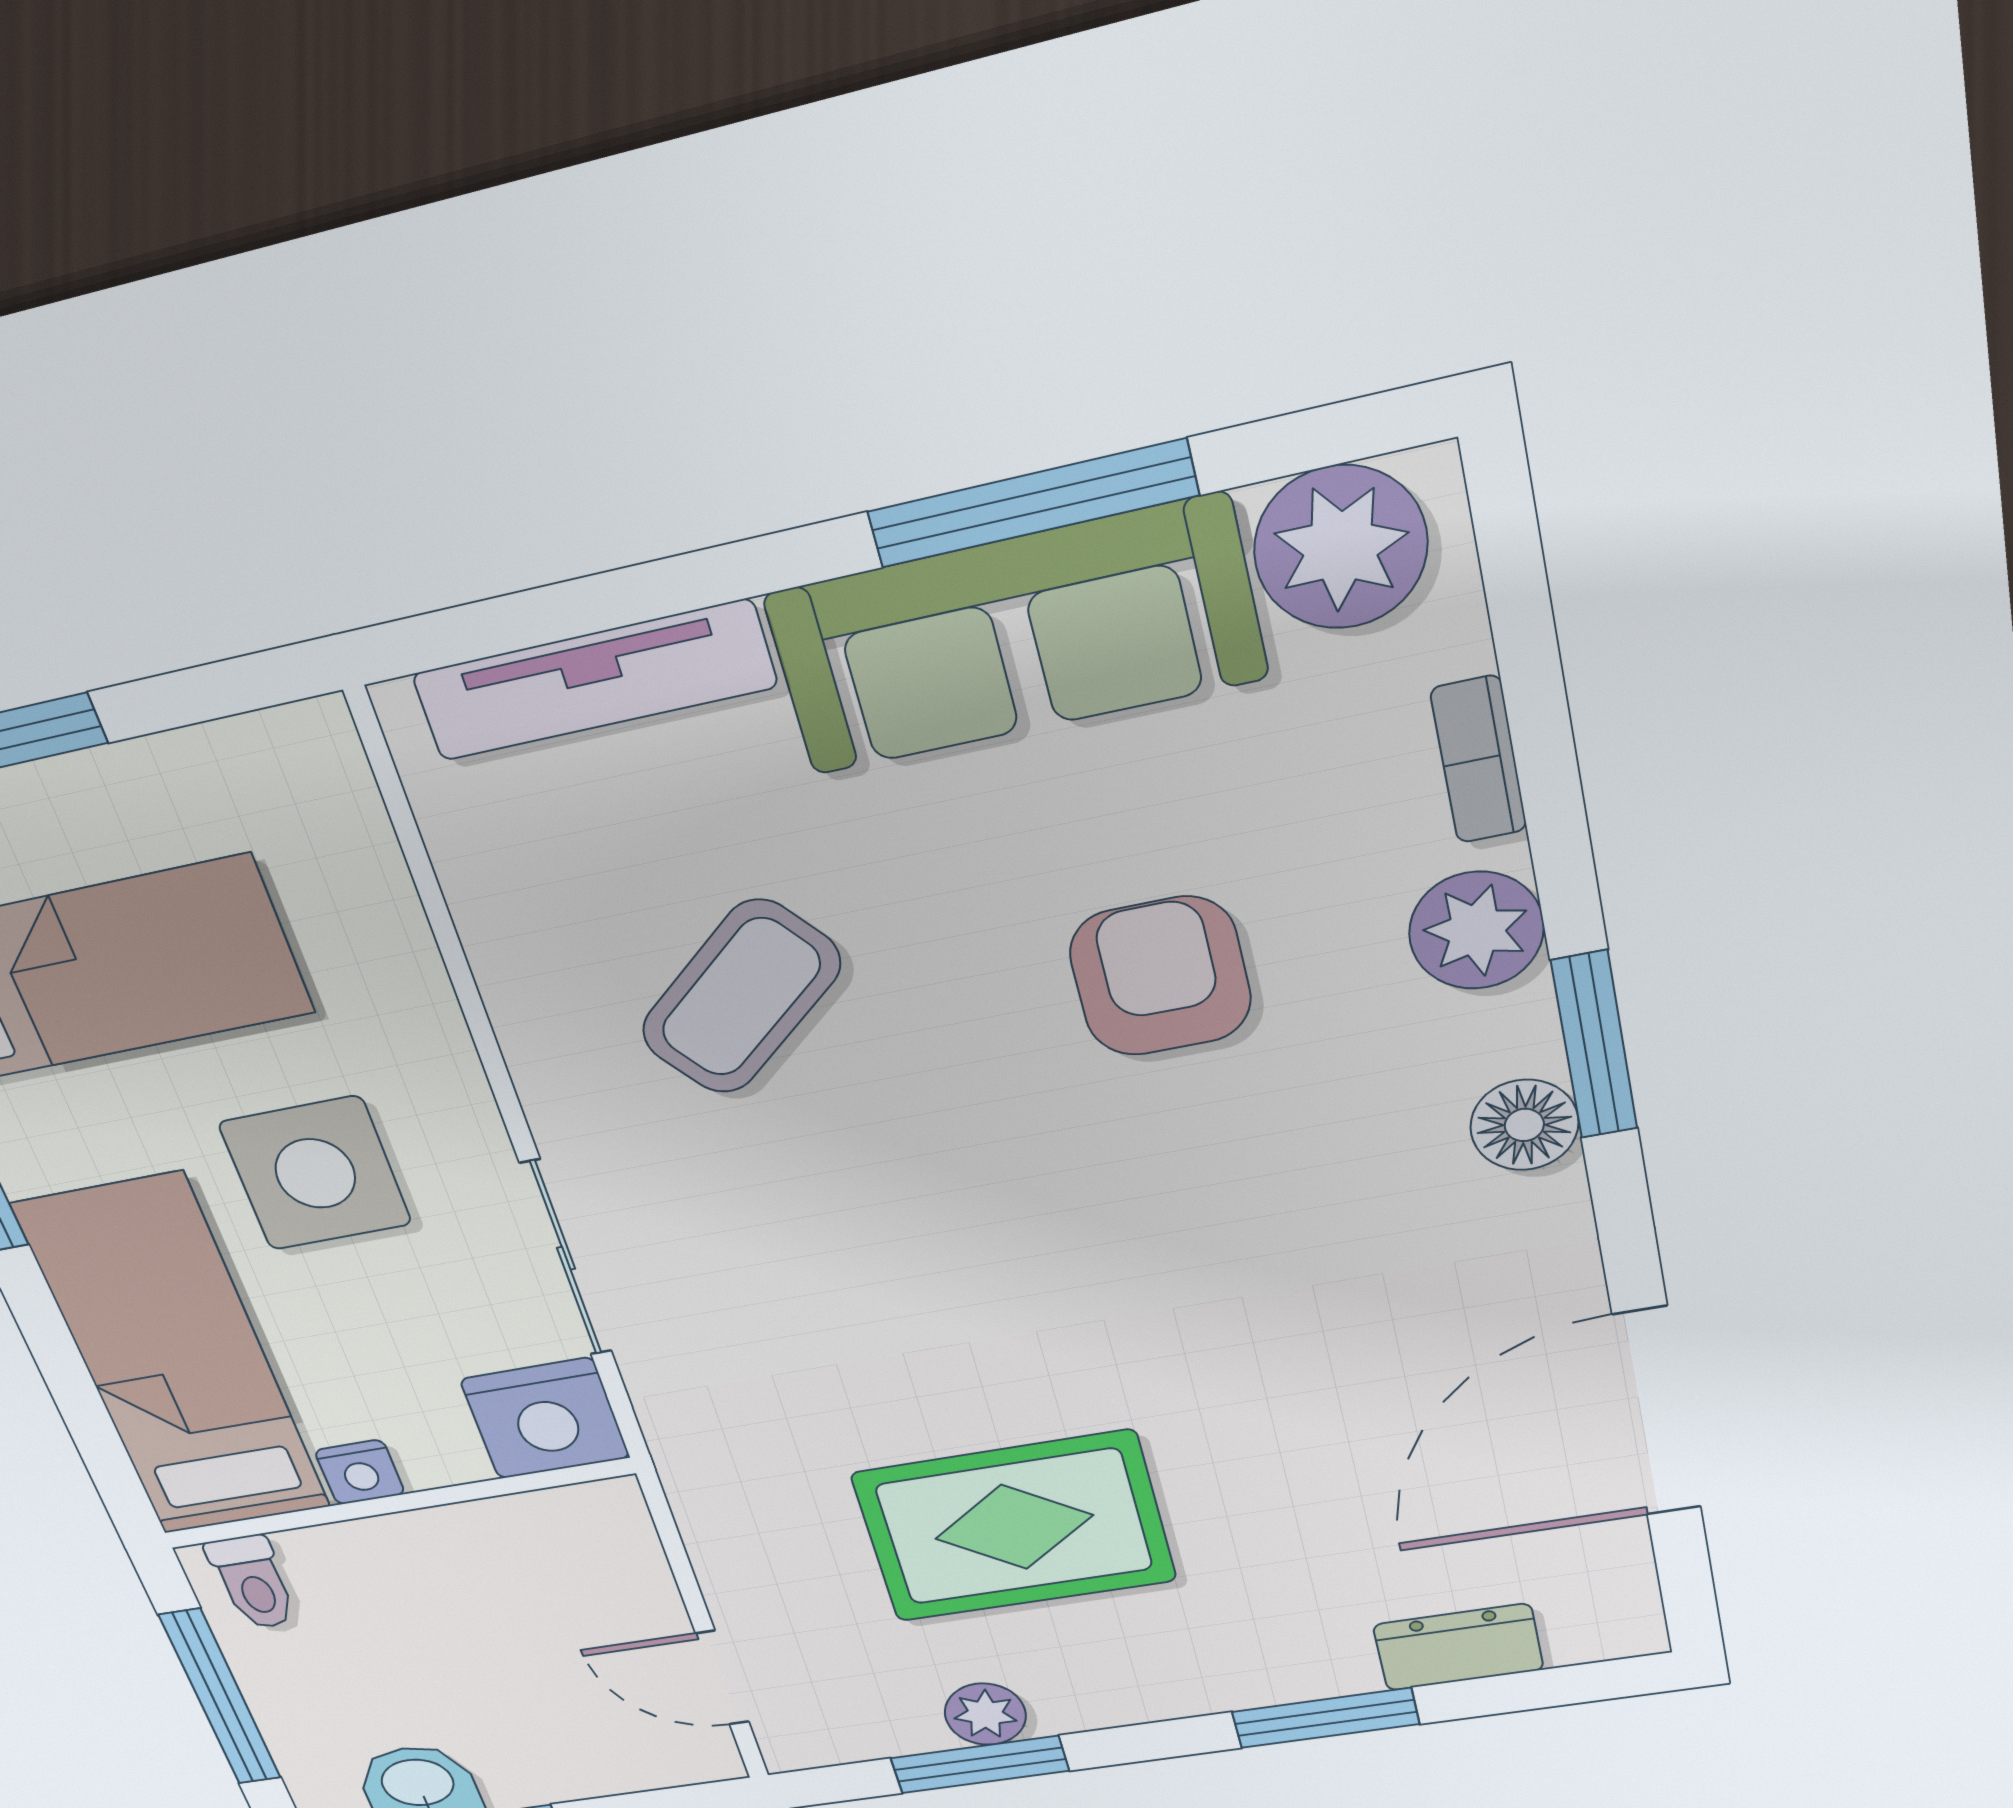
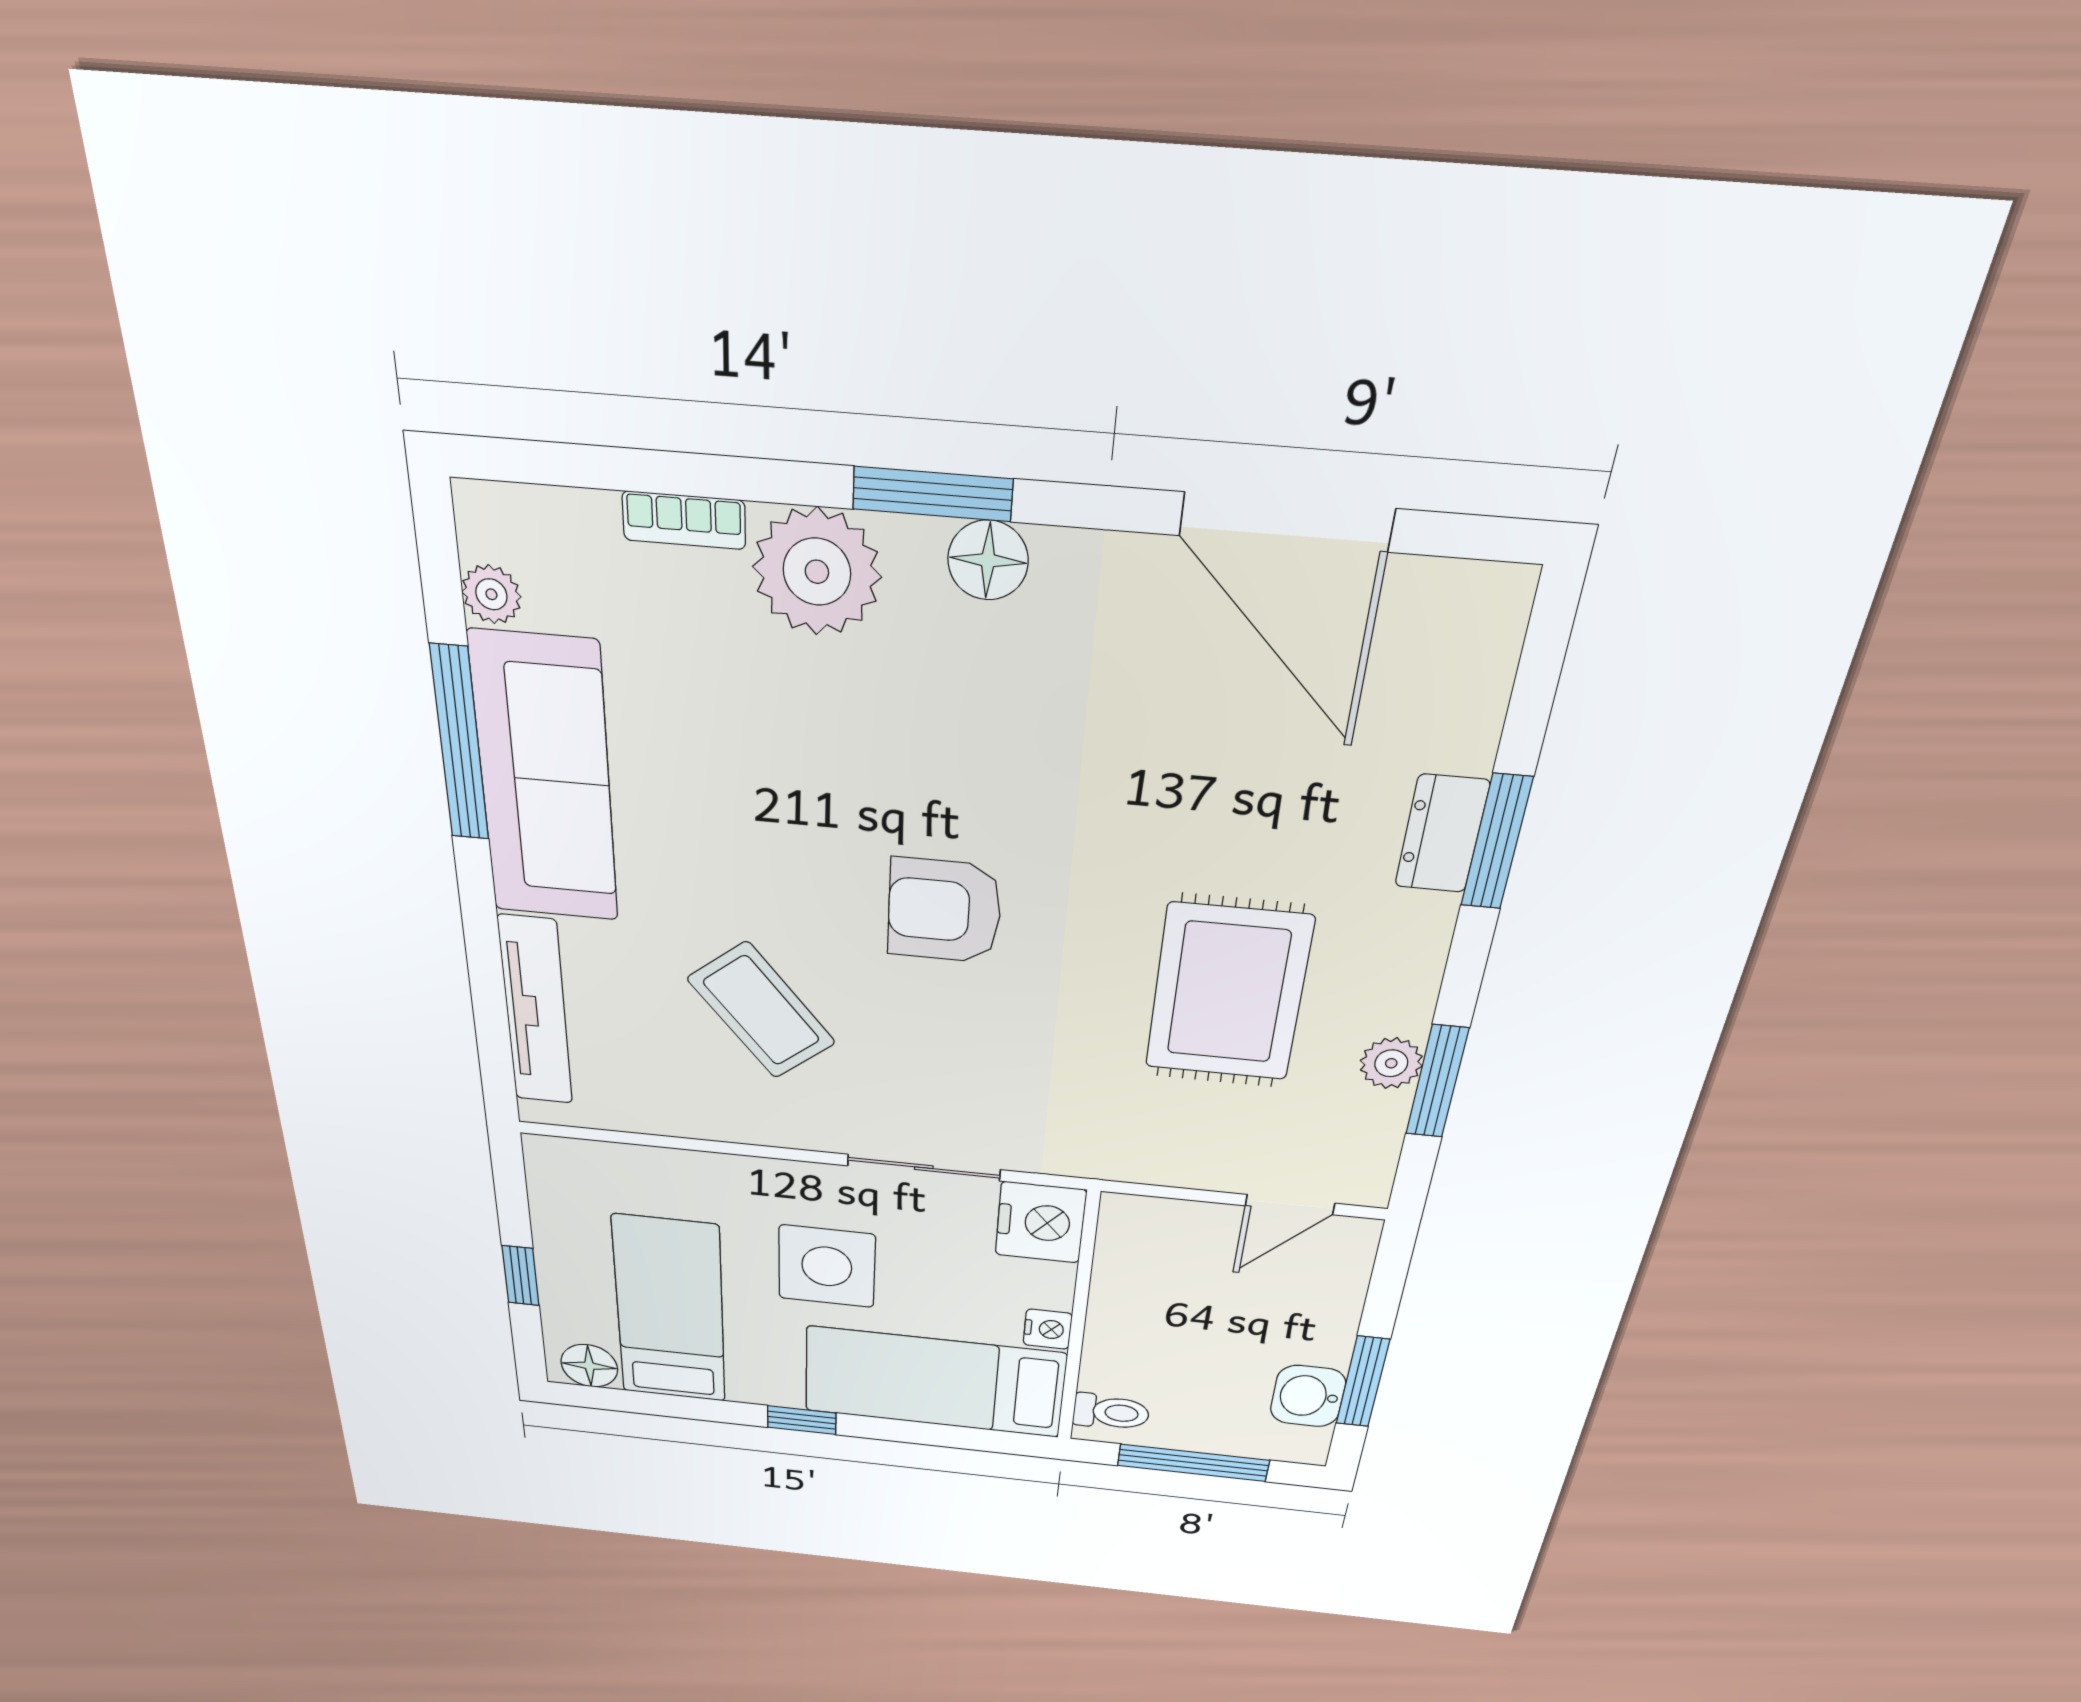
plant: (1341, 547) -> (491, 594), width x0.53, depth x0.53
plant: (1476, 930) -> (817, 572), width x1.36, depth x1.36
armchair: (1160, 976) -> (944, 911), moved
dresser: (1458, 1647) -> (1442, 834), moved

